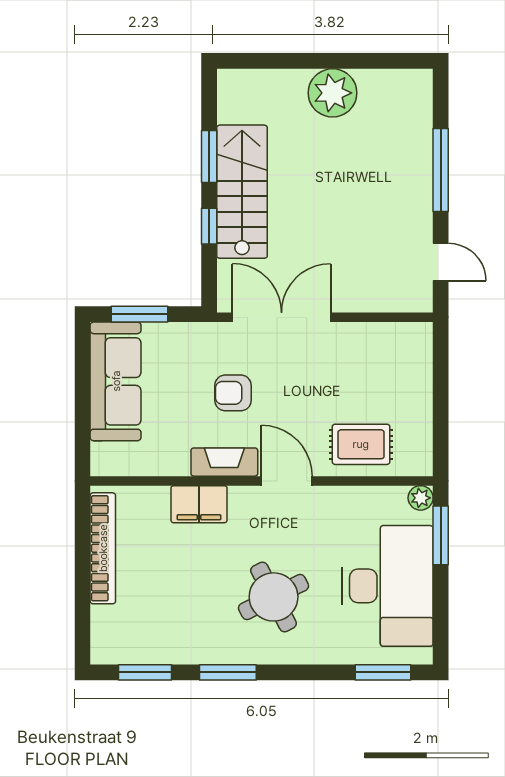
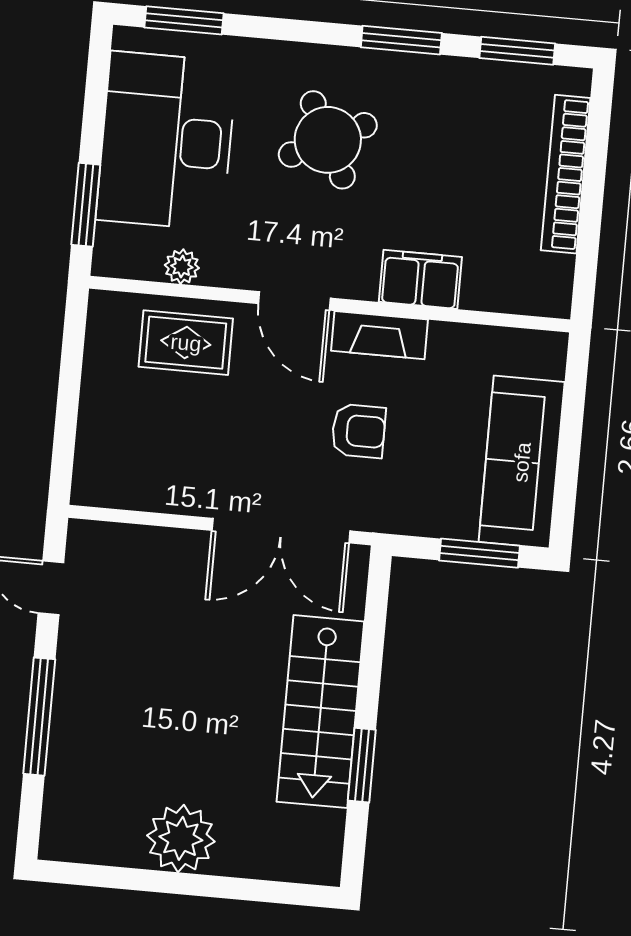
window: (209, 226) -> (371, 668), removed
plant: (421, 498) -> (182, 267), moved
bookcase: (103, 548) -> (566, 174), moved

